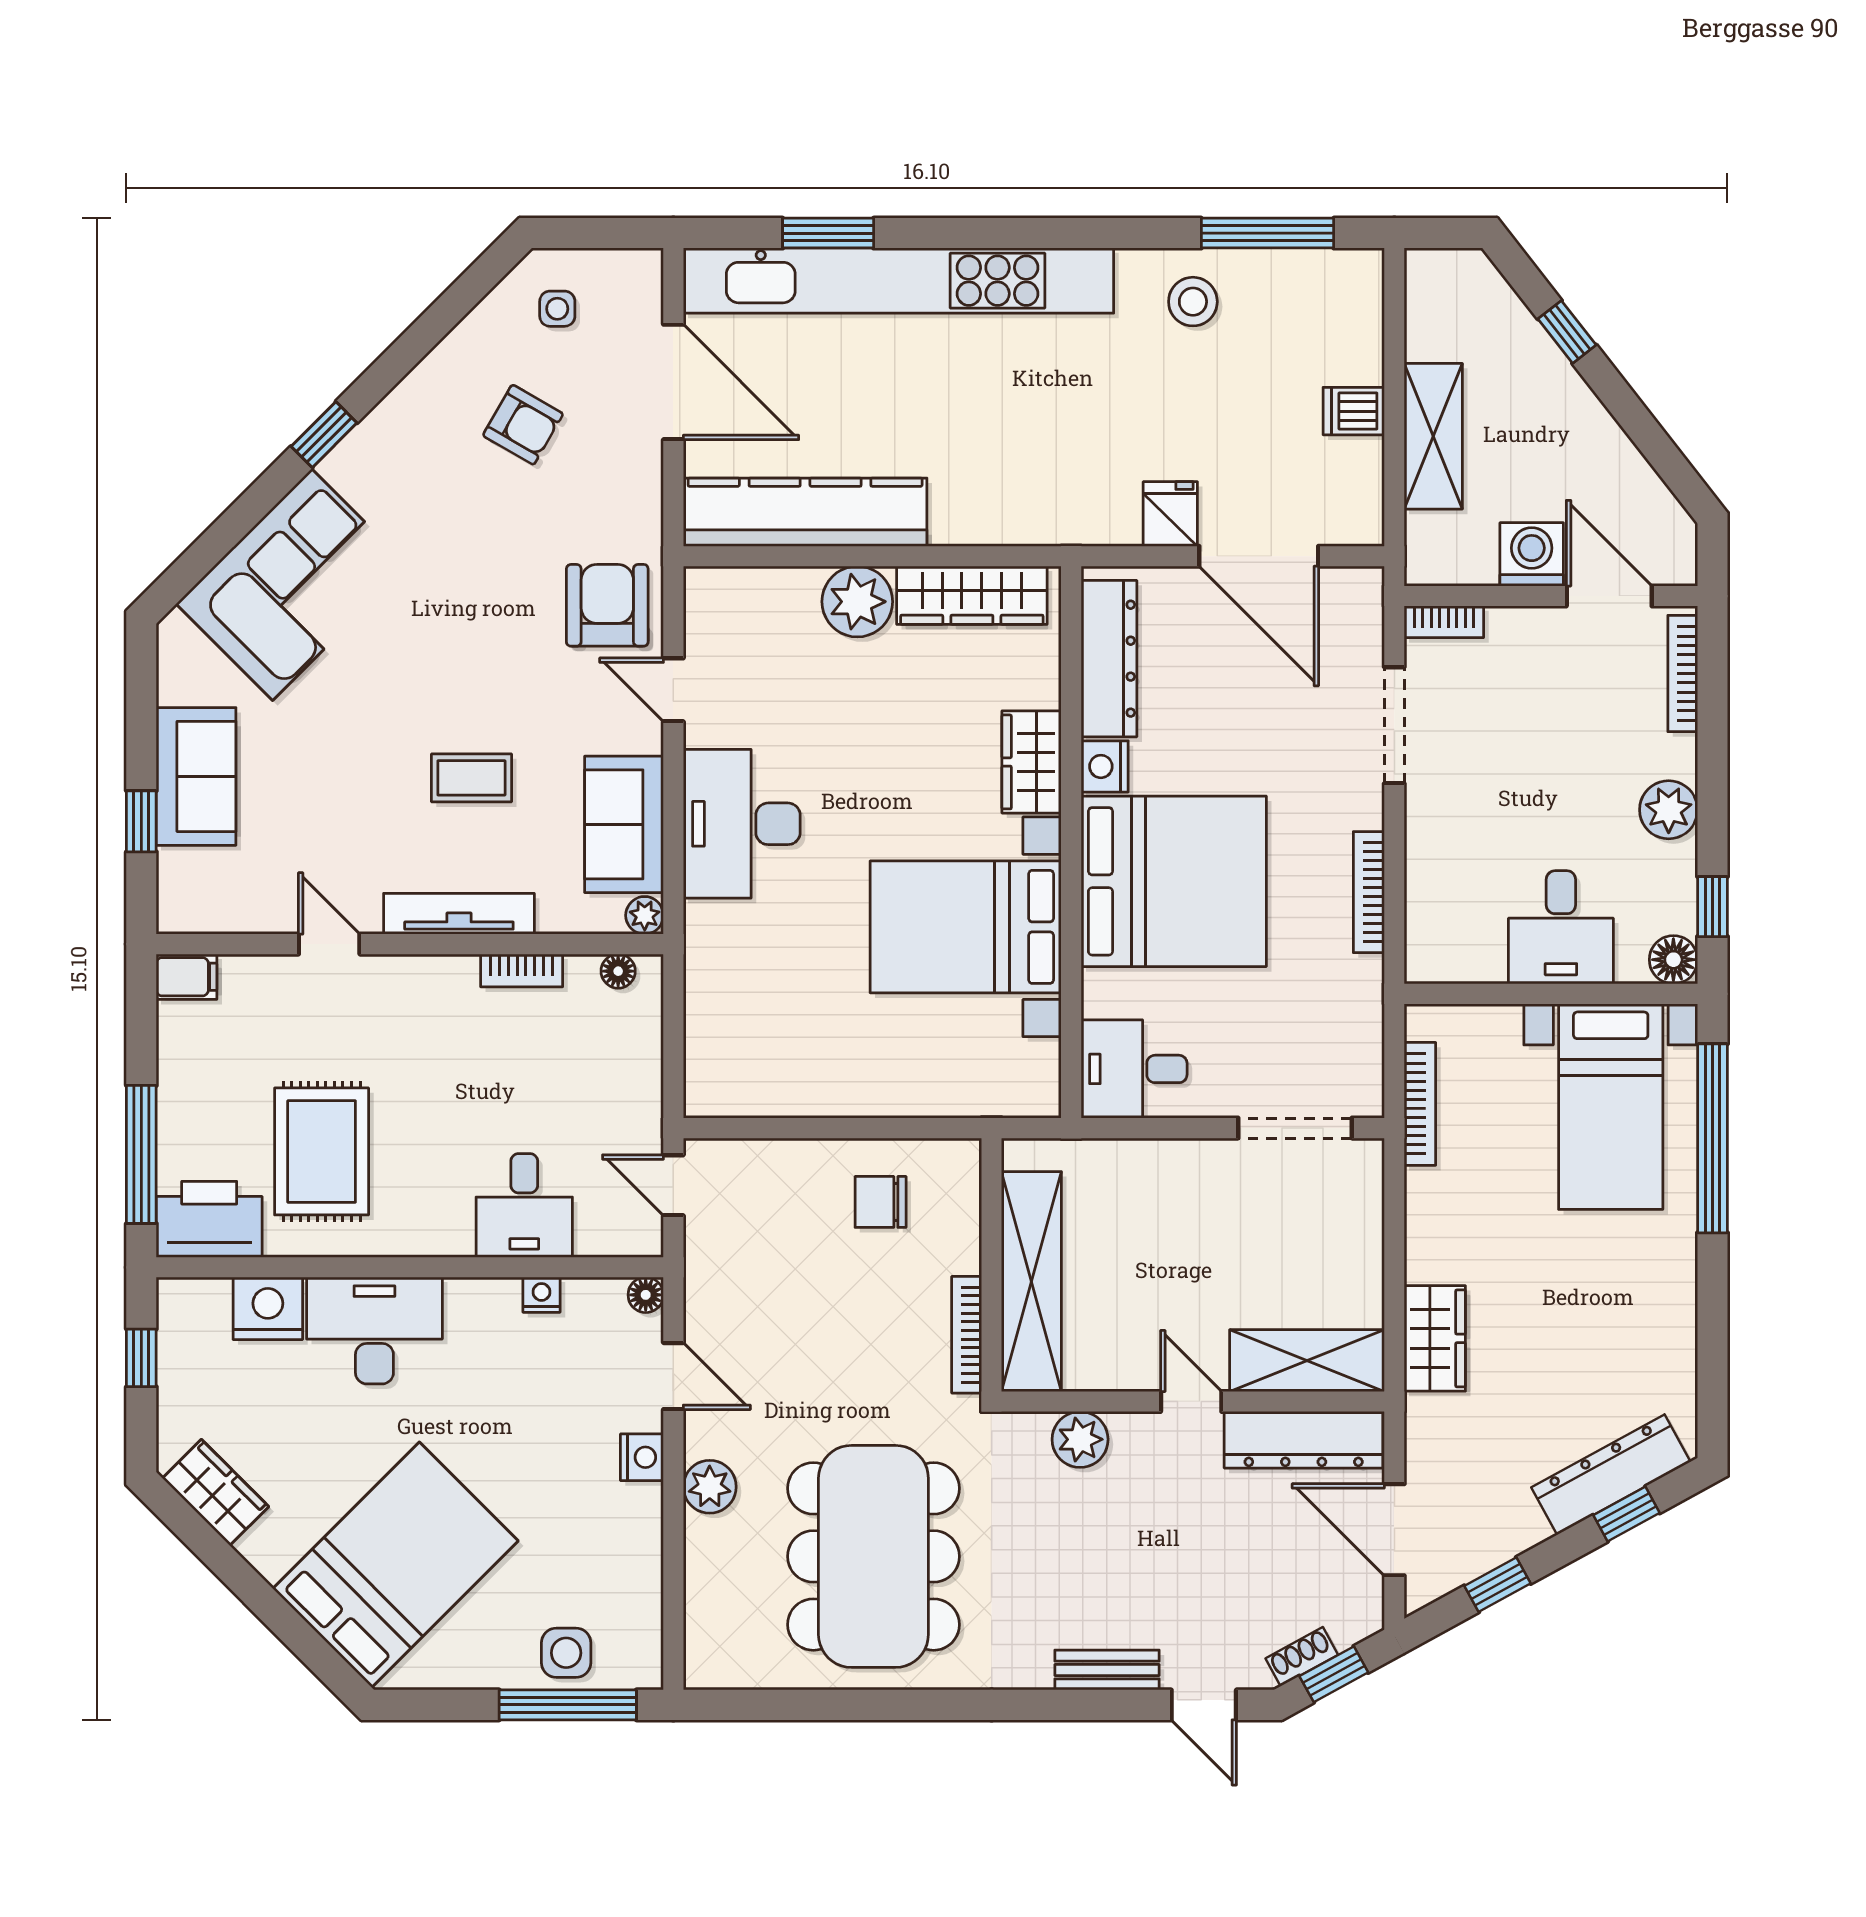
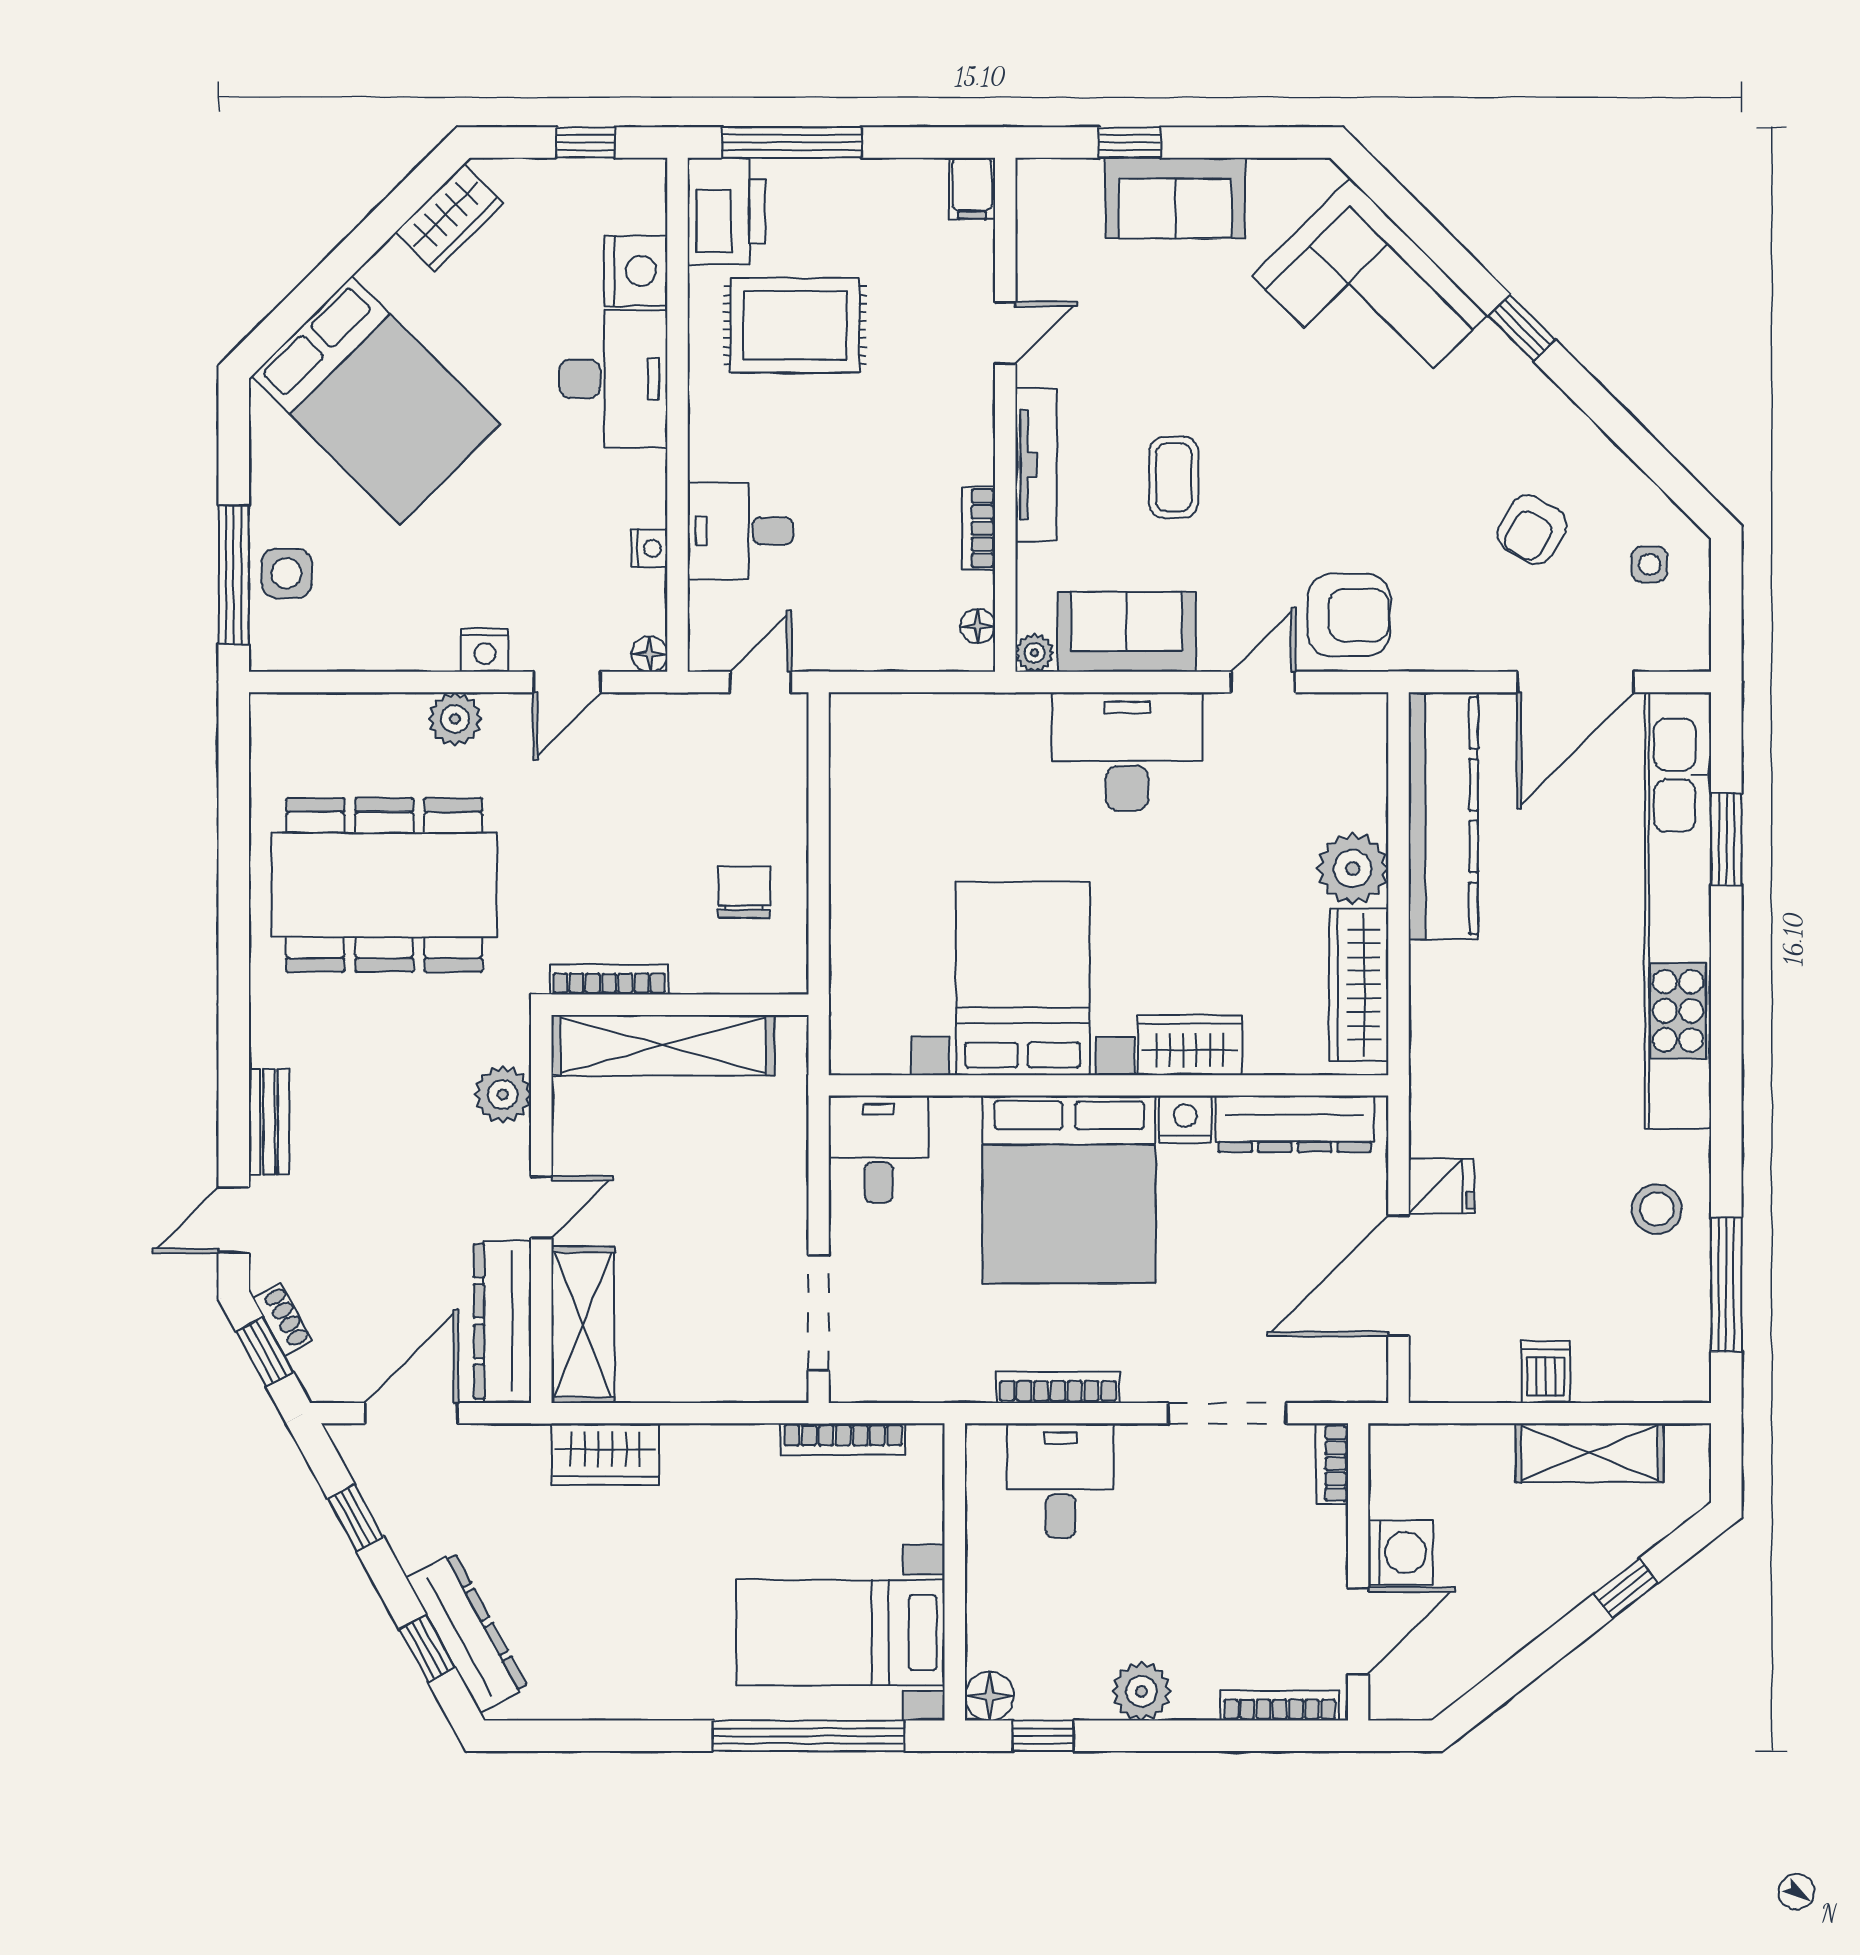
shelving: (1433, 436) -> (1590, 1453), moved
desk: (1561, 927) -> (1061, 1481), moved, turned 90

